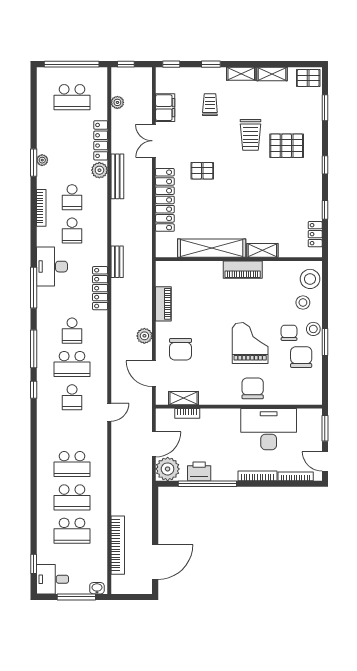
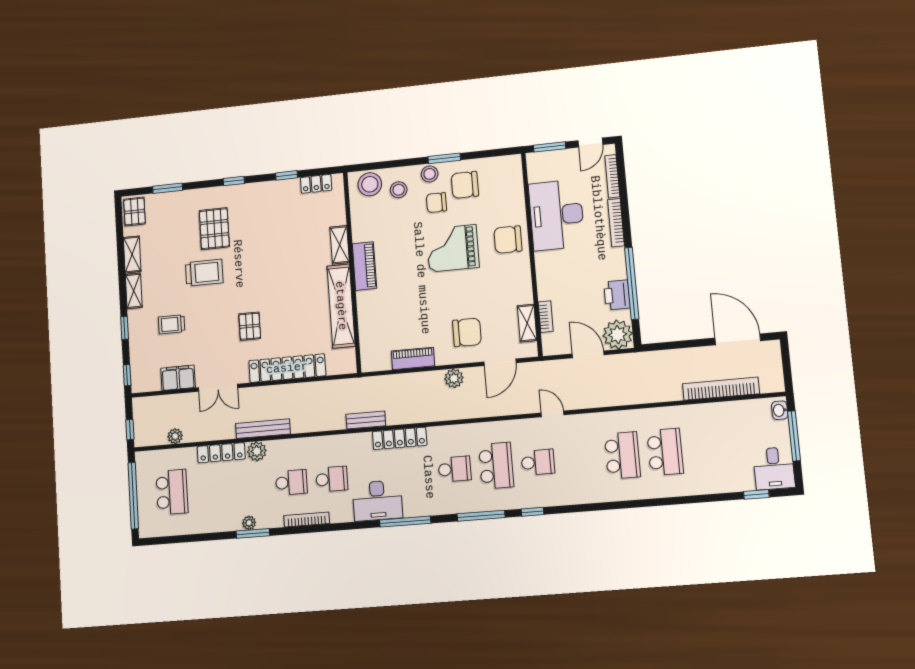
school desk: (72, 531) -> (708, 448), removed

